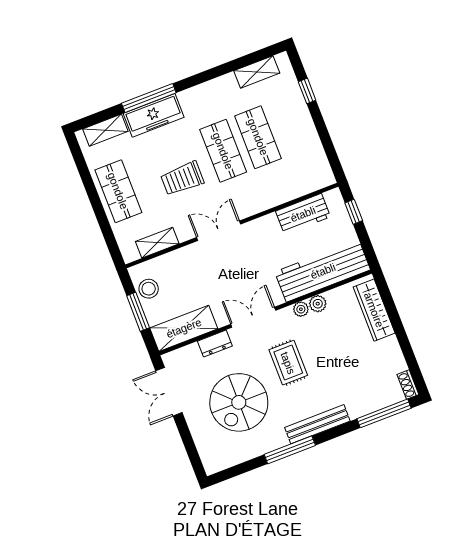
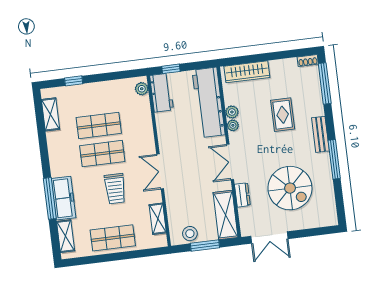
plant: (319, 181) -> (142, 89), added
workbench: (303, 214) -> (162, 93), moved
rug: (288, 363) -> (283, 115), moved, turned 90
bench: (317, 424) -> (320, 134), width x0.73

